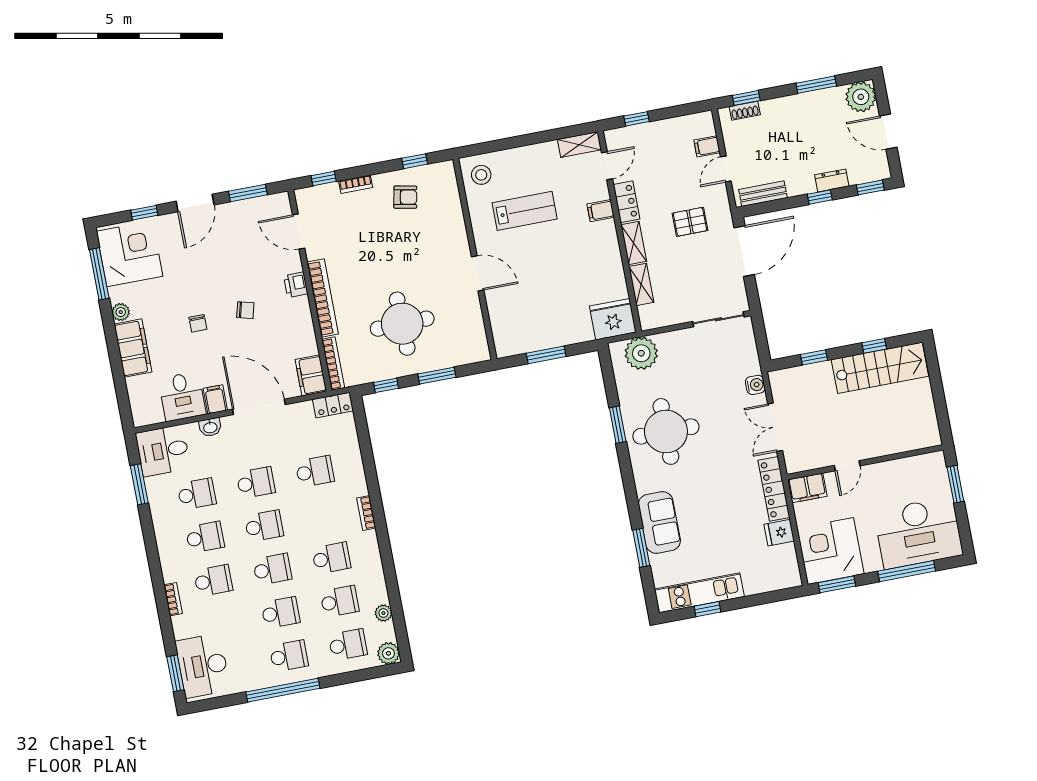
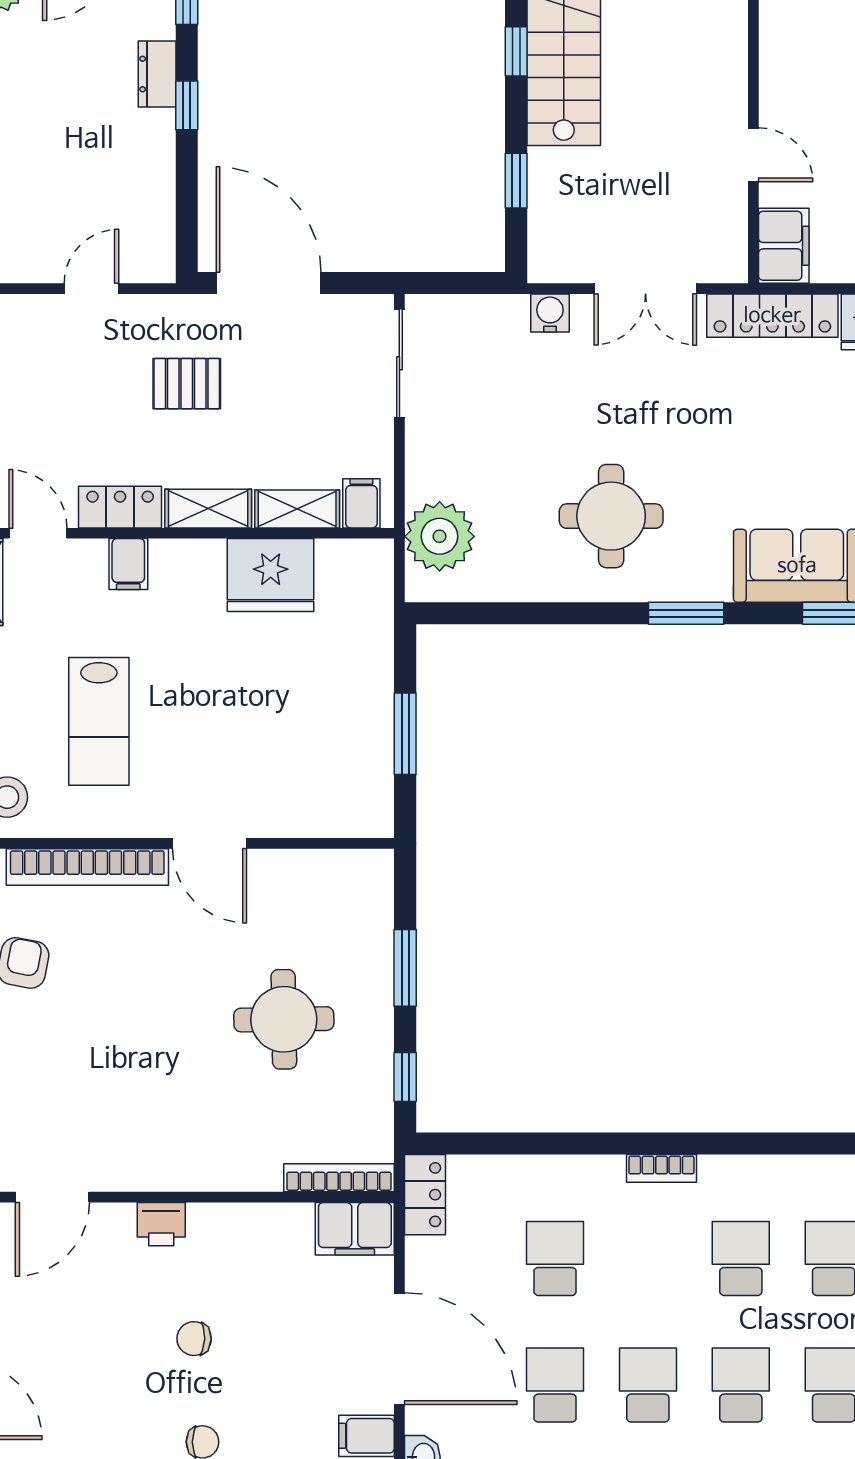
filing cabinet: (707, 146) -> (361, 503), moved, turned 180
door: (726, 169) -> (91, 289), swing flipped
bench: (763, 194) -> (157, 222), removed
lab bench: (525, 211) -> (99, 721), turned 180
pallet: (690, 222) -> (187, 384), turned 90
door: (478, 273) -> (210, 843), swing flipped
bookcase: (323, 298) -> (87, 867), moved, turned 180
chair: (245, 310) -> (194, 1339), turned -103
fridge: (613, 319) -> (271, 575), moved, turned -90
round table: (402, 324) -> (284, 1019), width x0.73, depth x0.73
door: (259, 407) -> (399, 1349), swing flipped
window: (618, 425) -> (686, 613), moved
round table: (666, 431) -> (611, 516), width x0.73, depth x0.73

